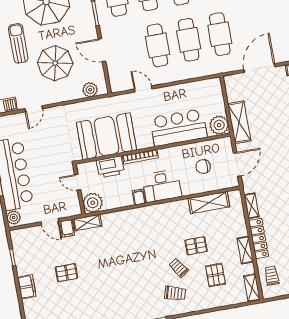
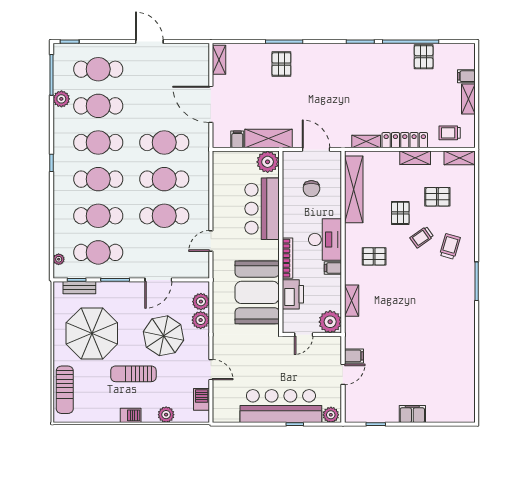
plant: (74, 92) -> (201, 320), added
filing cabinet: (234, 96) -> (237, 139), added
shelving: (209, 203) -> (354, 189), width x1.47
shelving: (87, 223) -> (352, 301), moved
pallet: (66, 273) -> (374, 256), moved, turned 90

